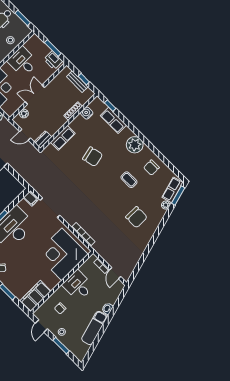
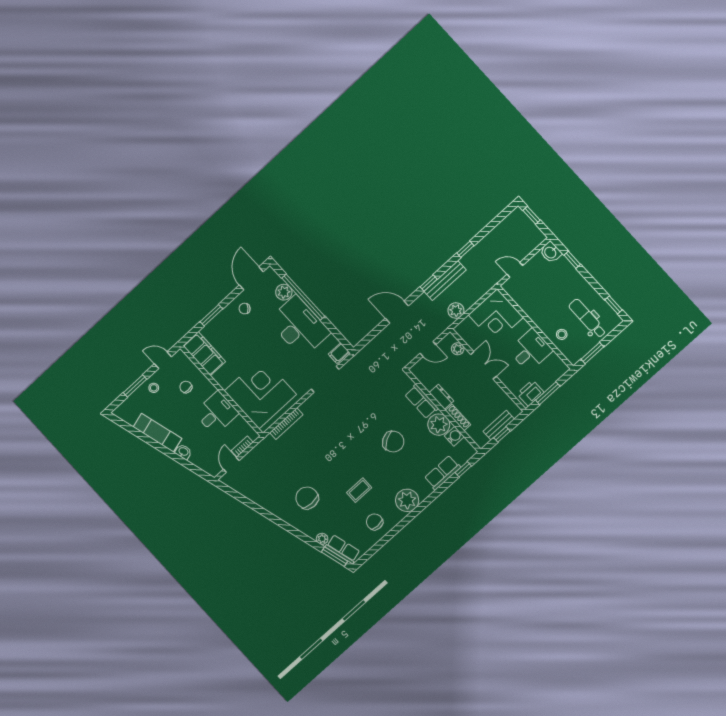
plant: (79, 125) -> (439, 425), added
door: (25, 135) -> (428, 349), swing flipped
dresser: (43, 139) -> (441, 397), moved
chair: (93, 157) -> (393, 442), turned -108
chair: (136, 217) -> (307, 498), turned 90
door: (115, 273) -> (231, 465), hinge flipped

